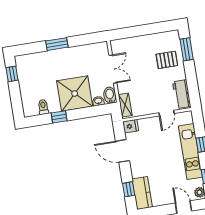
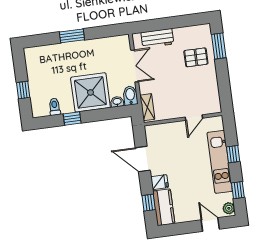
window: (12, 74) -> (23, 90), moved
workbench: (182, 94) -> (157, 38), moved, turned -90
fridge: (131, 126) -> (160, 182), moved

